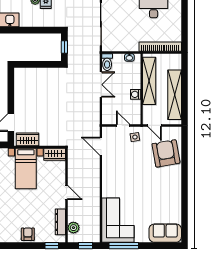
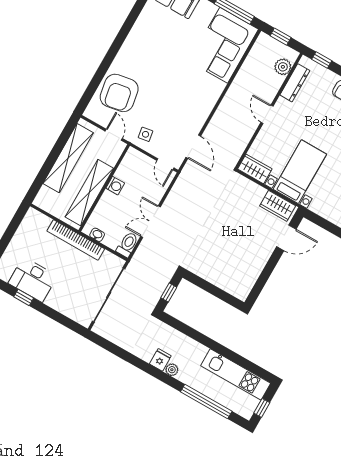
bookcase: (160, 47) -> (76, 240), moved
door: (123, 125) -> (165, 164), moved

